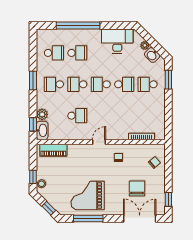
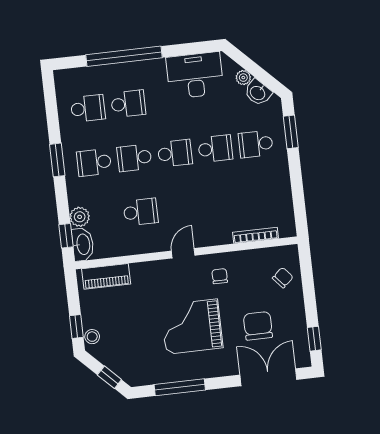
school desk: (101, 84) -> (175, 153), turned 180
grand piano: (88, 195) -> (192, 327), moved

